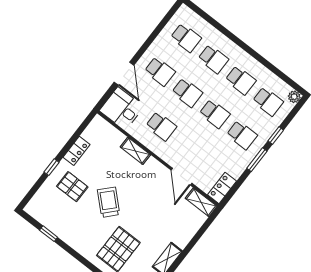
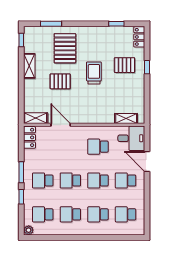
locker: (76, 151) -> (139, 37), moved
shelving: (135, 151) -> (126, 118), moved
trolley: (109, 202) -> (94, 73), turned -133
pallet: (148, 220) -> (60, 81), added

